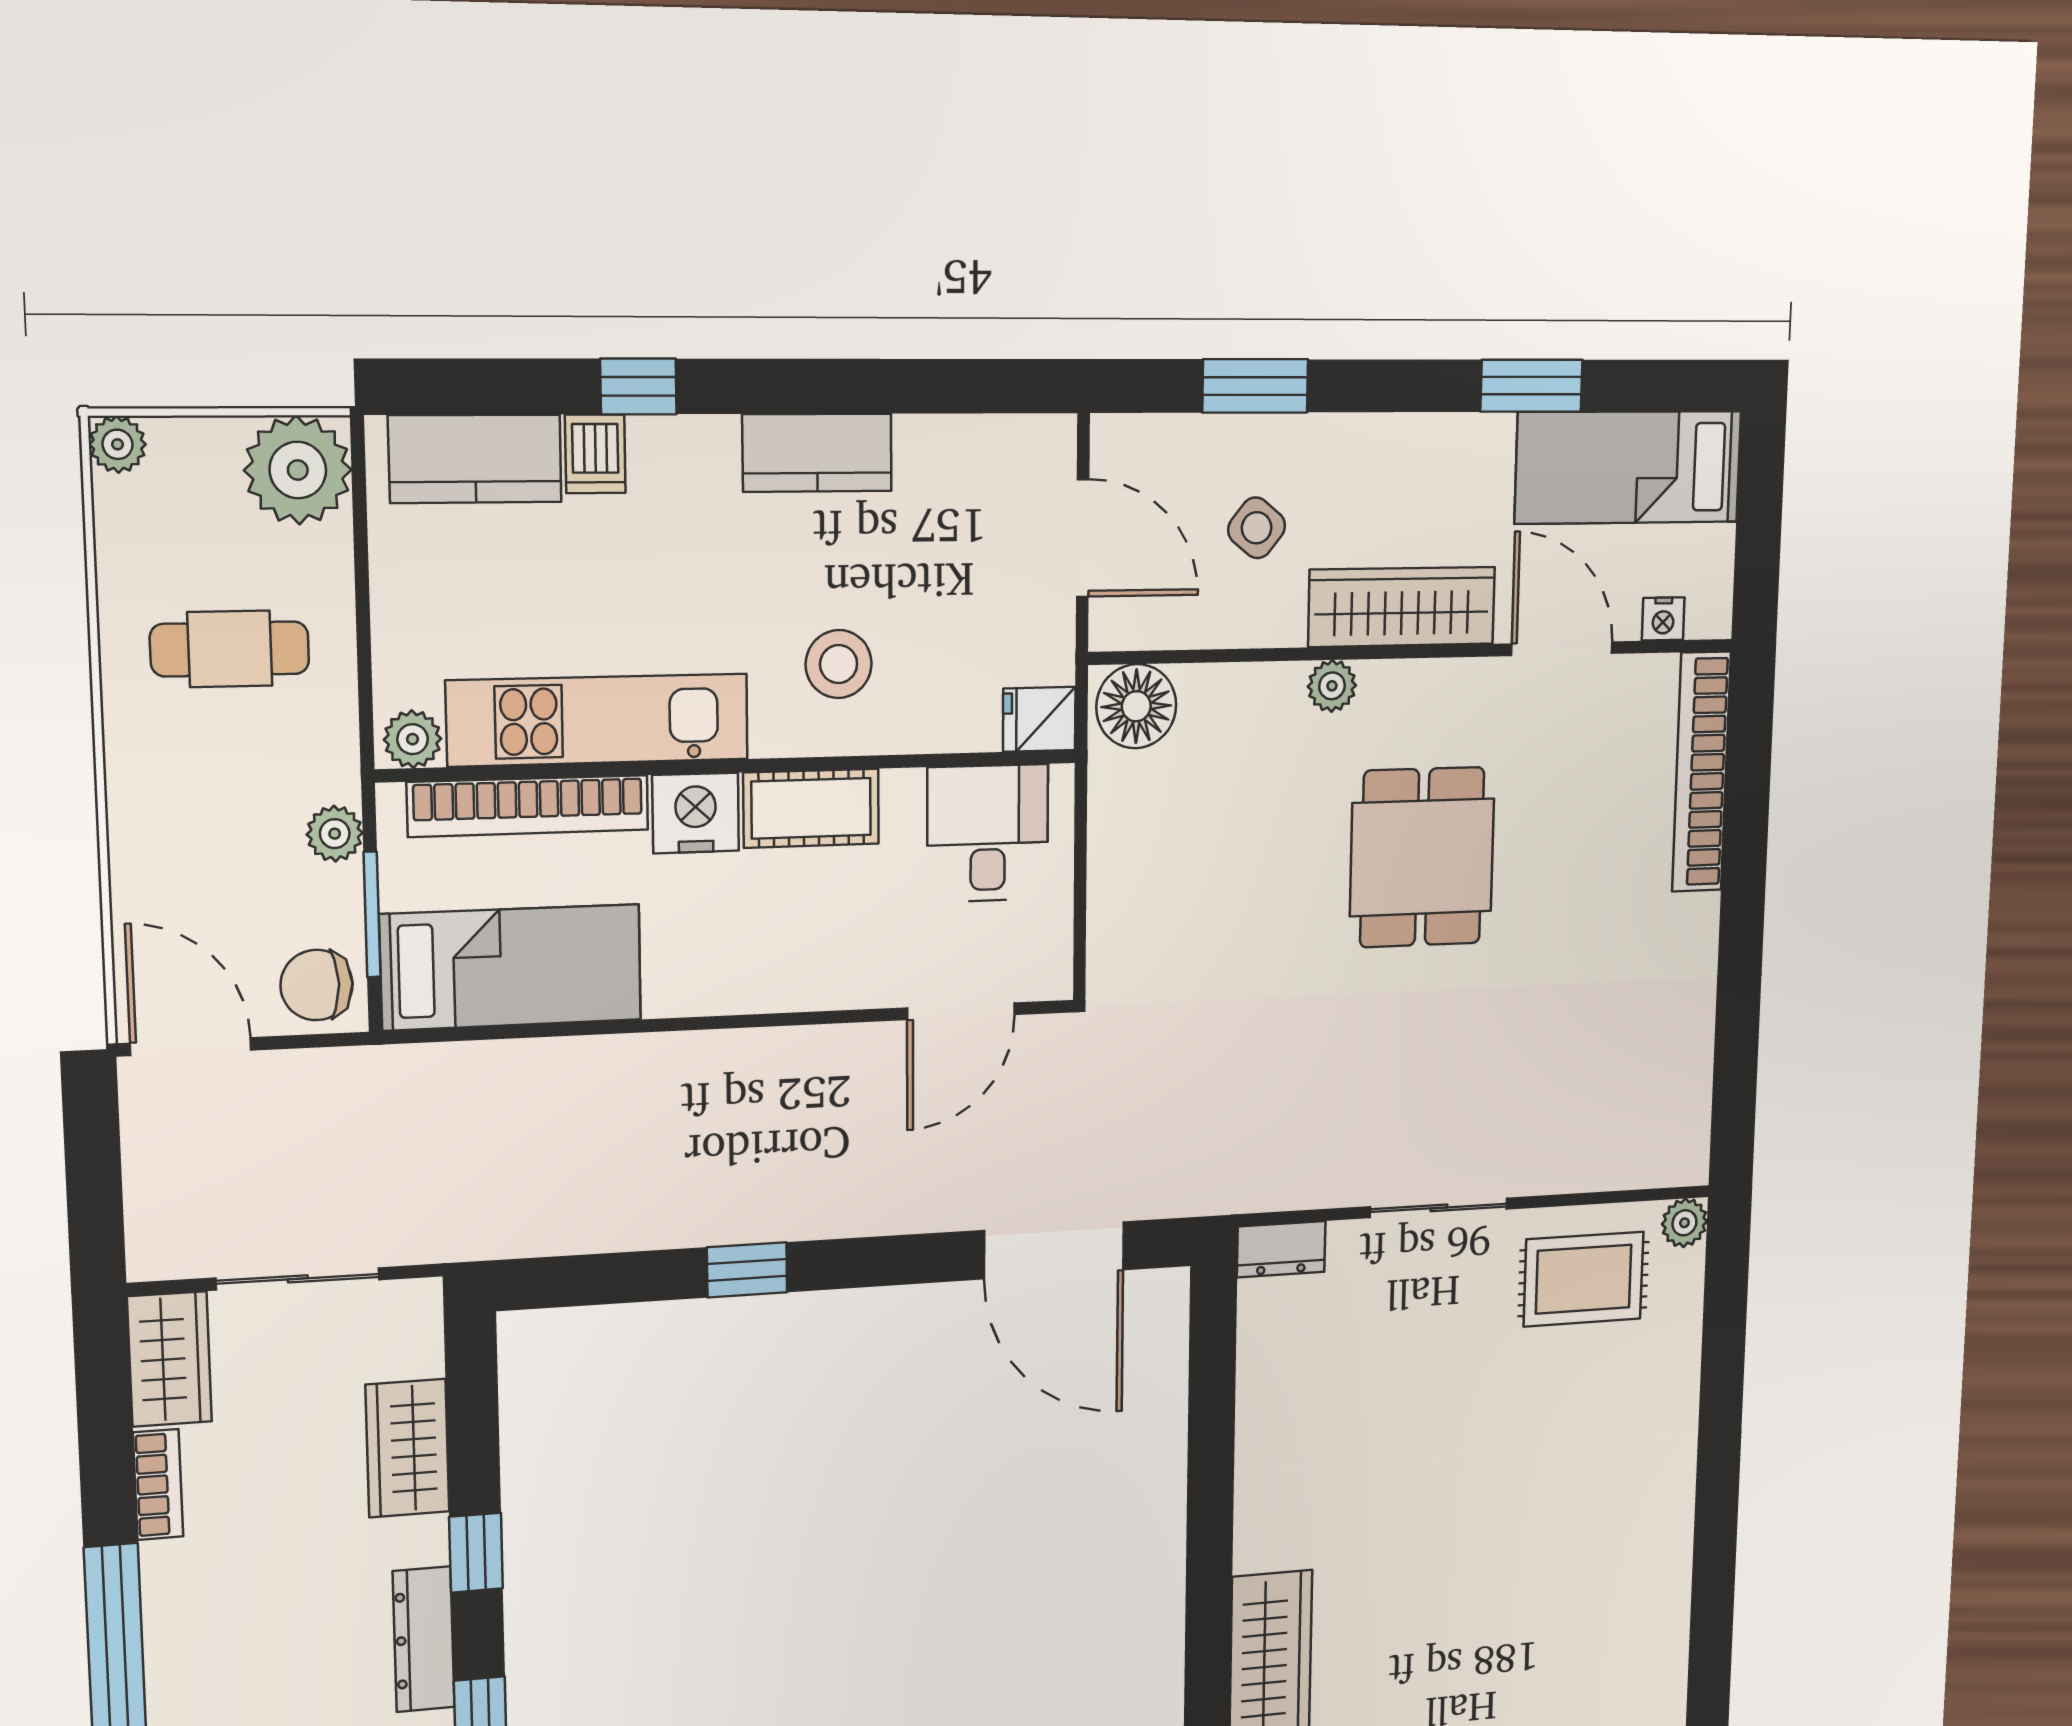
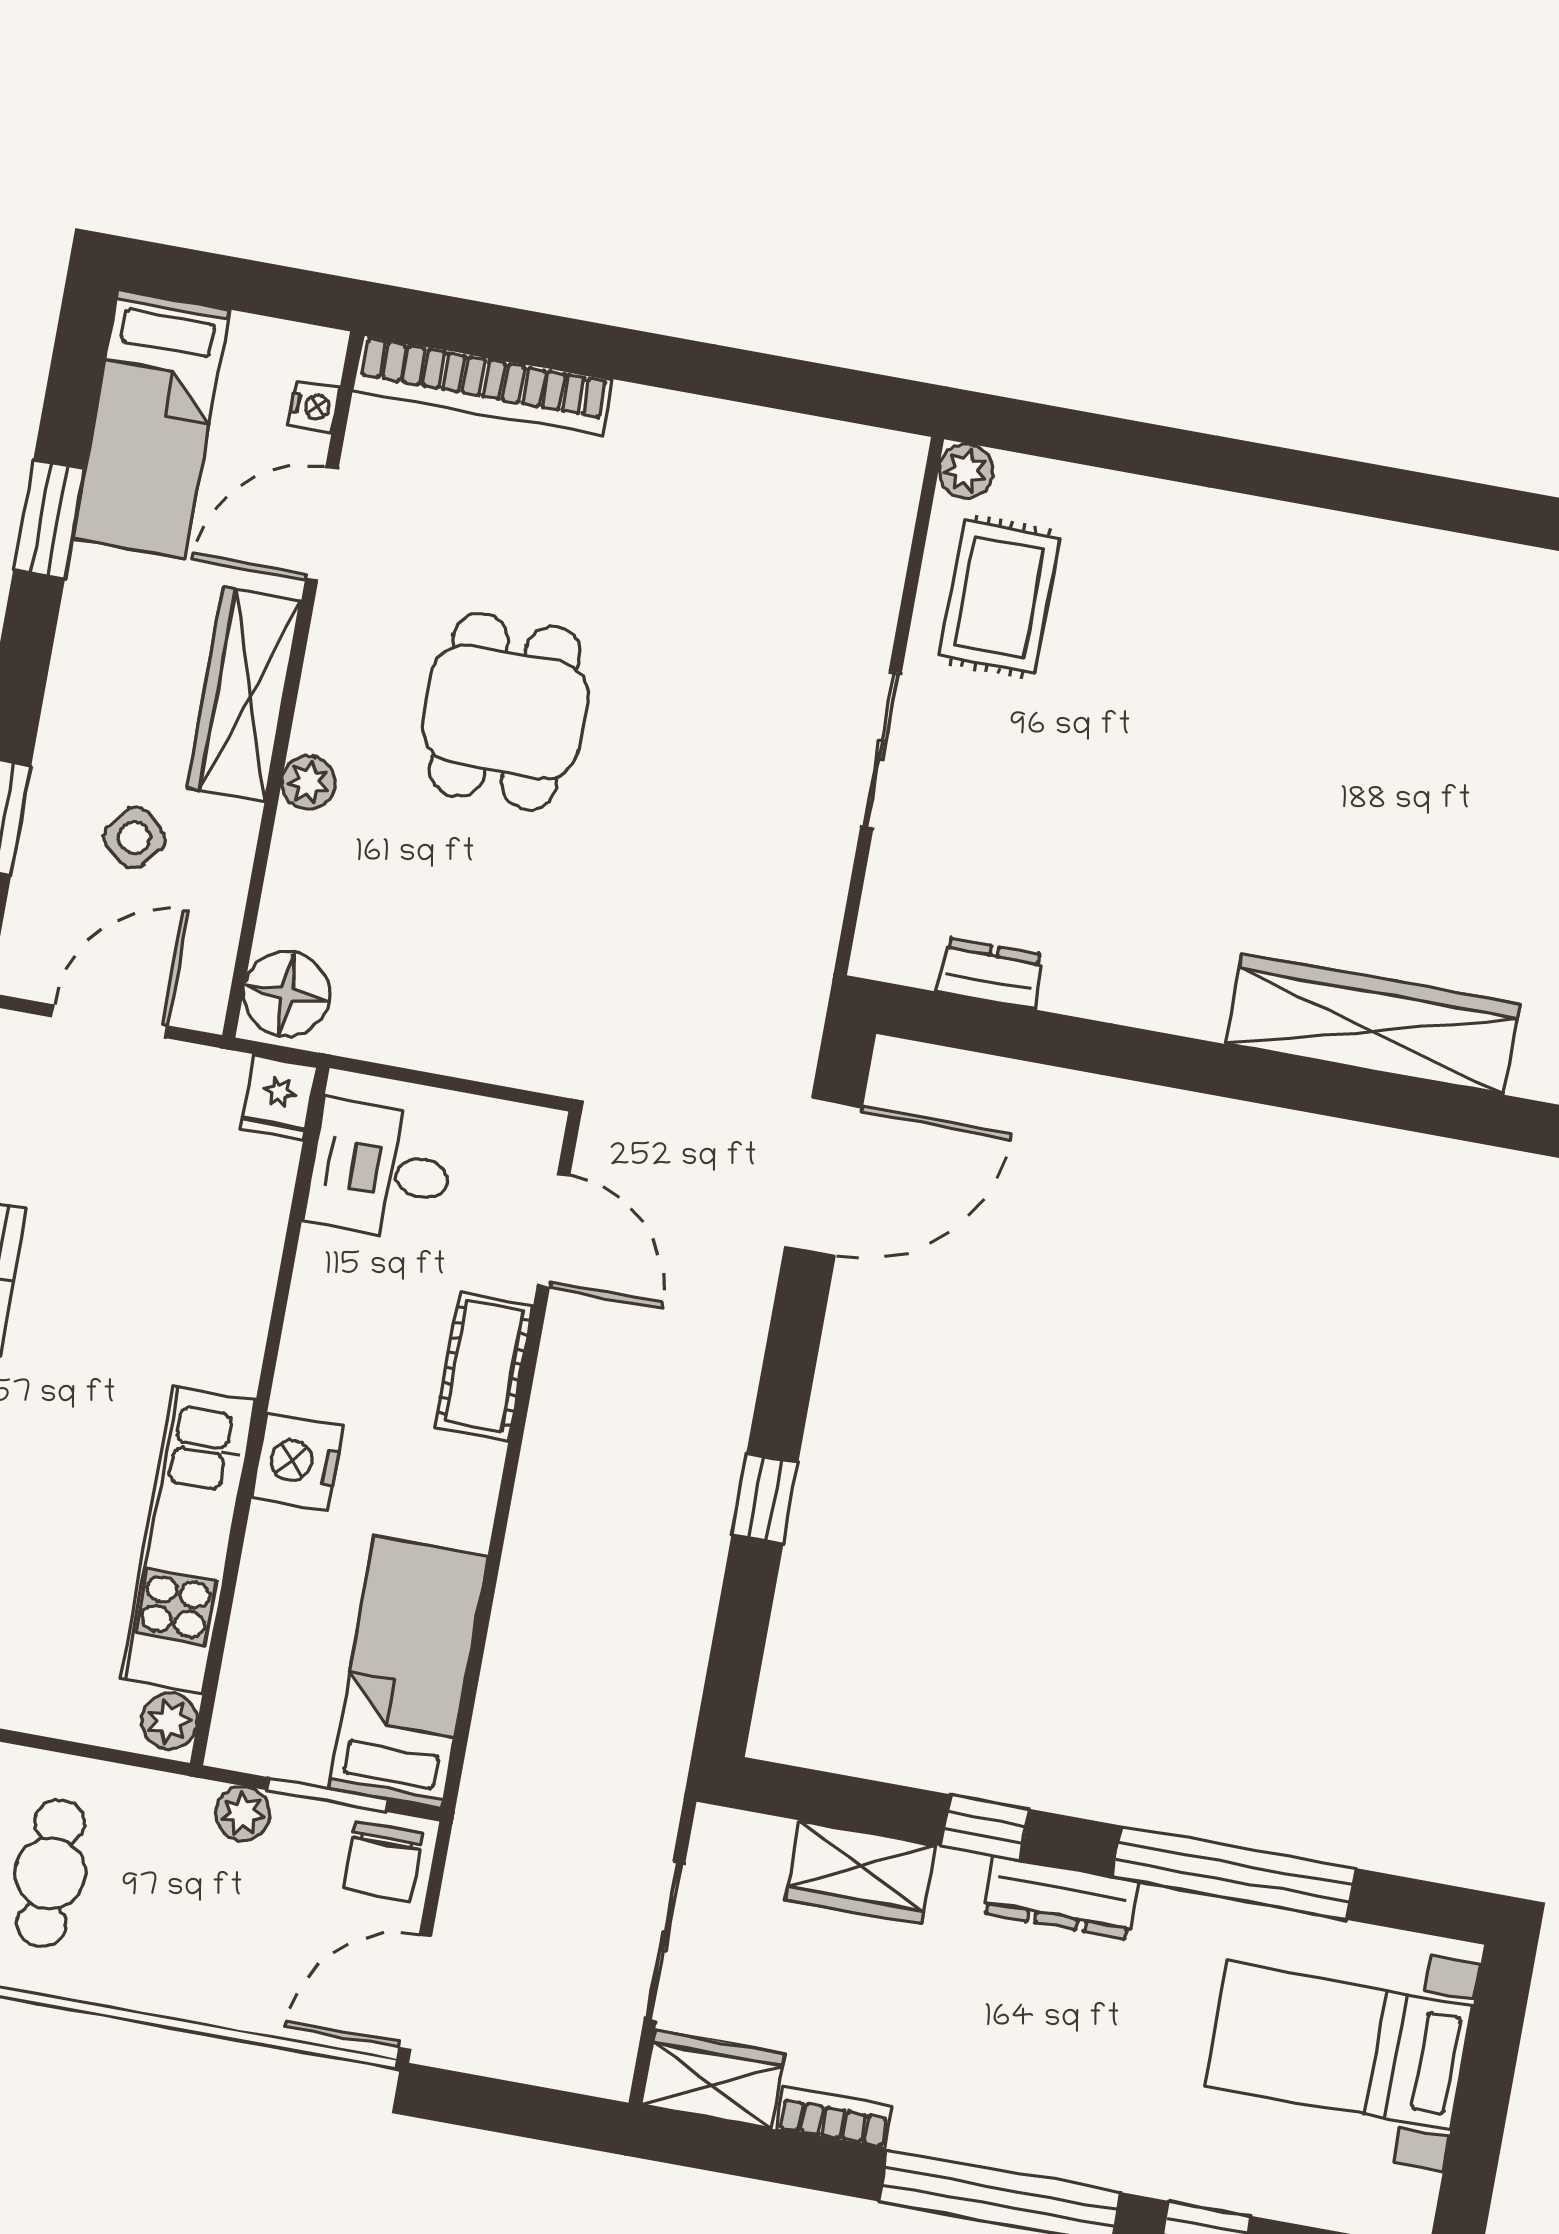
stool: (839, 664) -> (183, 1292), removed
bookcase: (528, 806) -> (256, 1624), removed
cot: (811, 808) -> (484, 1366), moved
dining table: (1422, 857) -> (505, 712), turned 90
dresser: (1281, 1249) -> (990, 973), moved, turned -90

